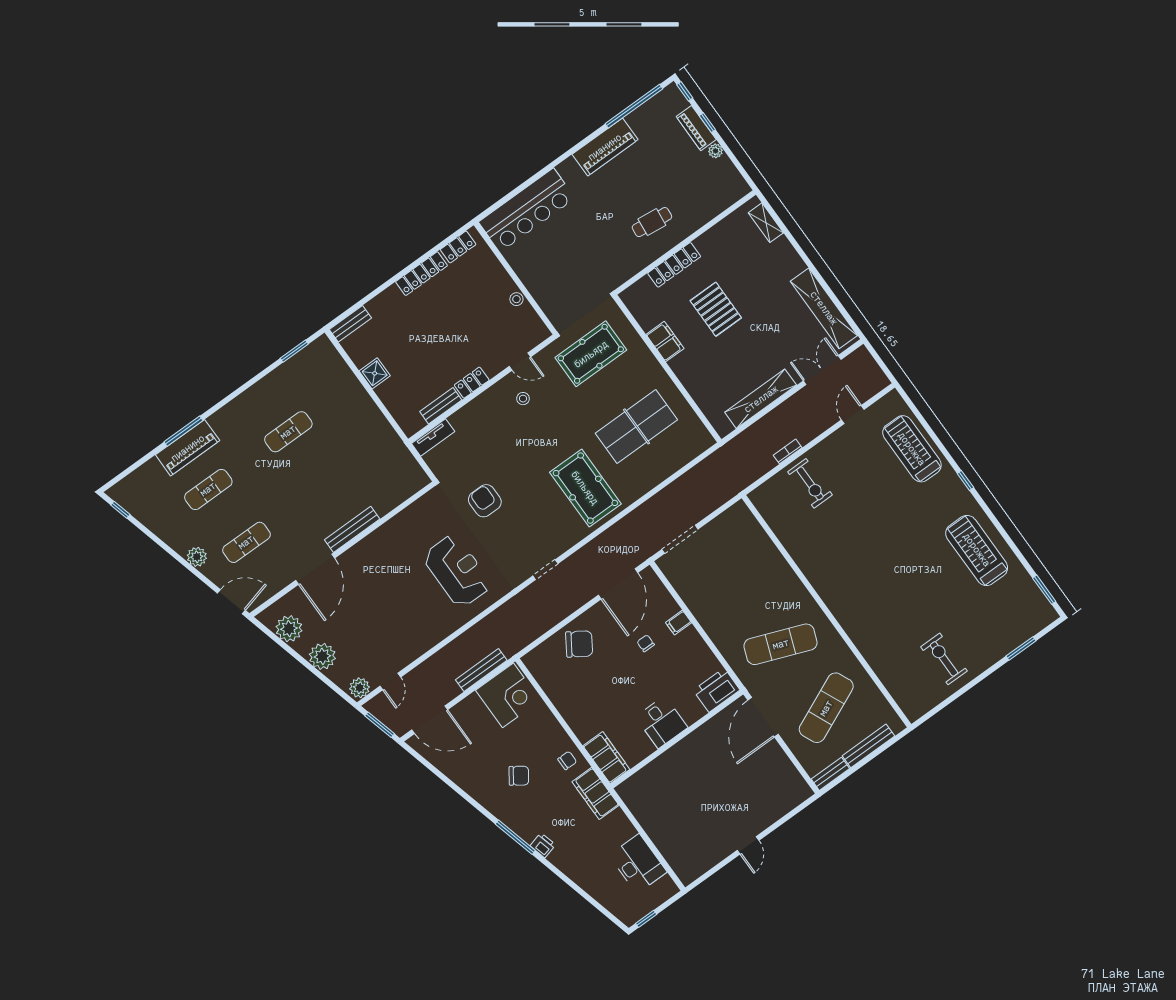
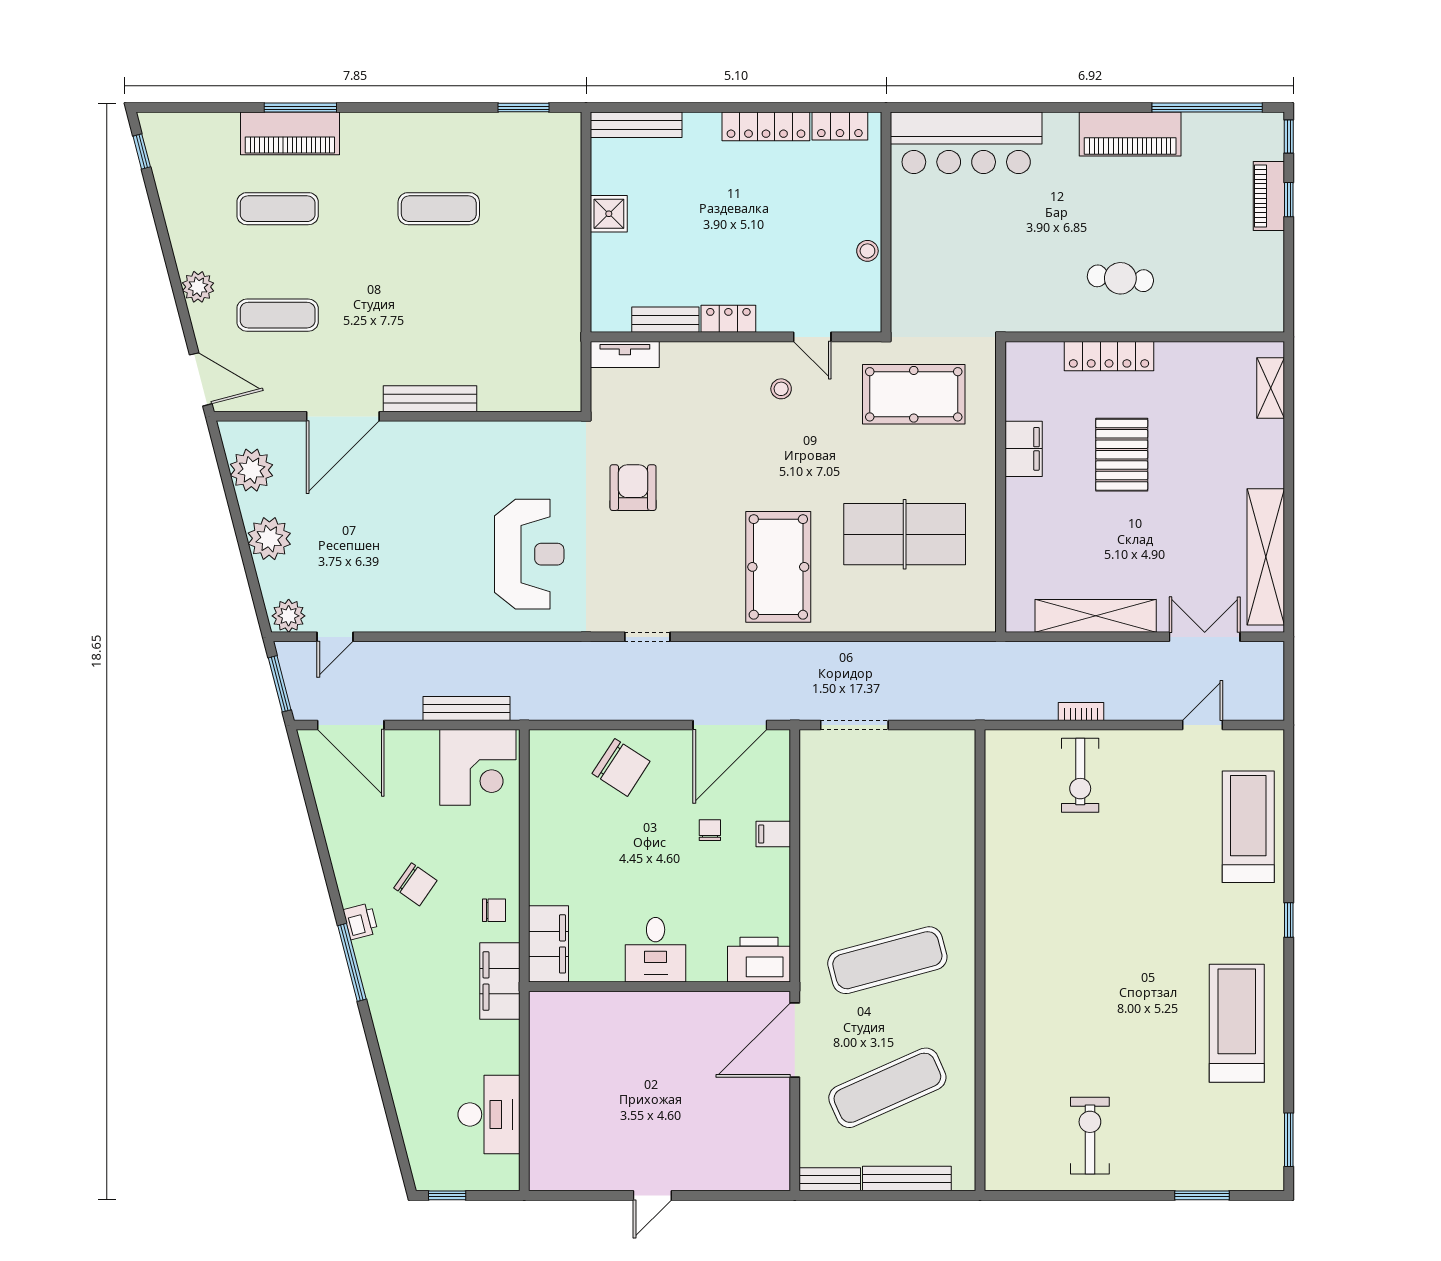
plant: (716, 151) -> (1273, 245), removed
bench: (350, 324) -> (636, 125), width x1.36
exercise mat: (781, 644) -> (887, 960), turned -36
printer: (543, 845) -> (361, 921), moved

